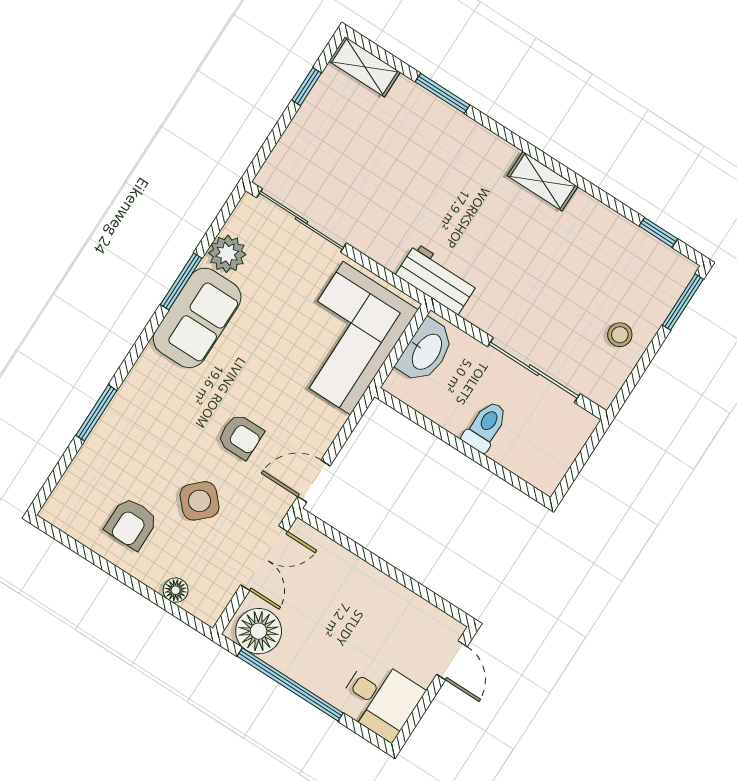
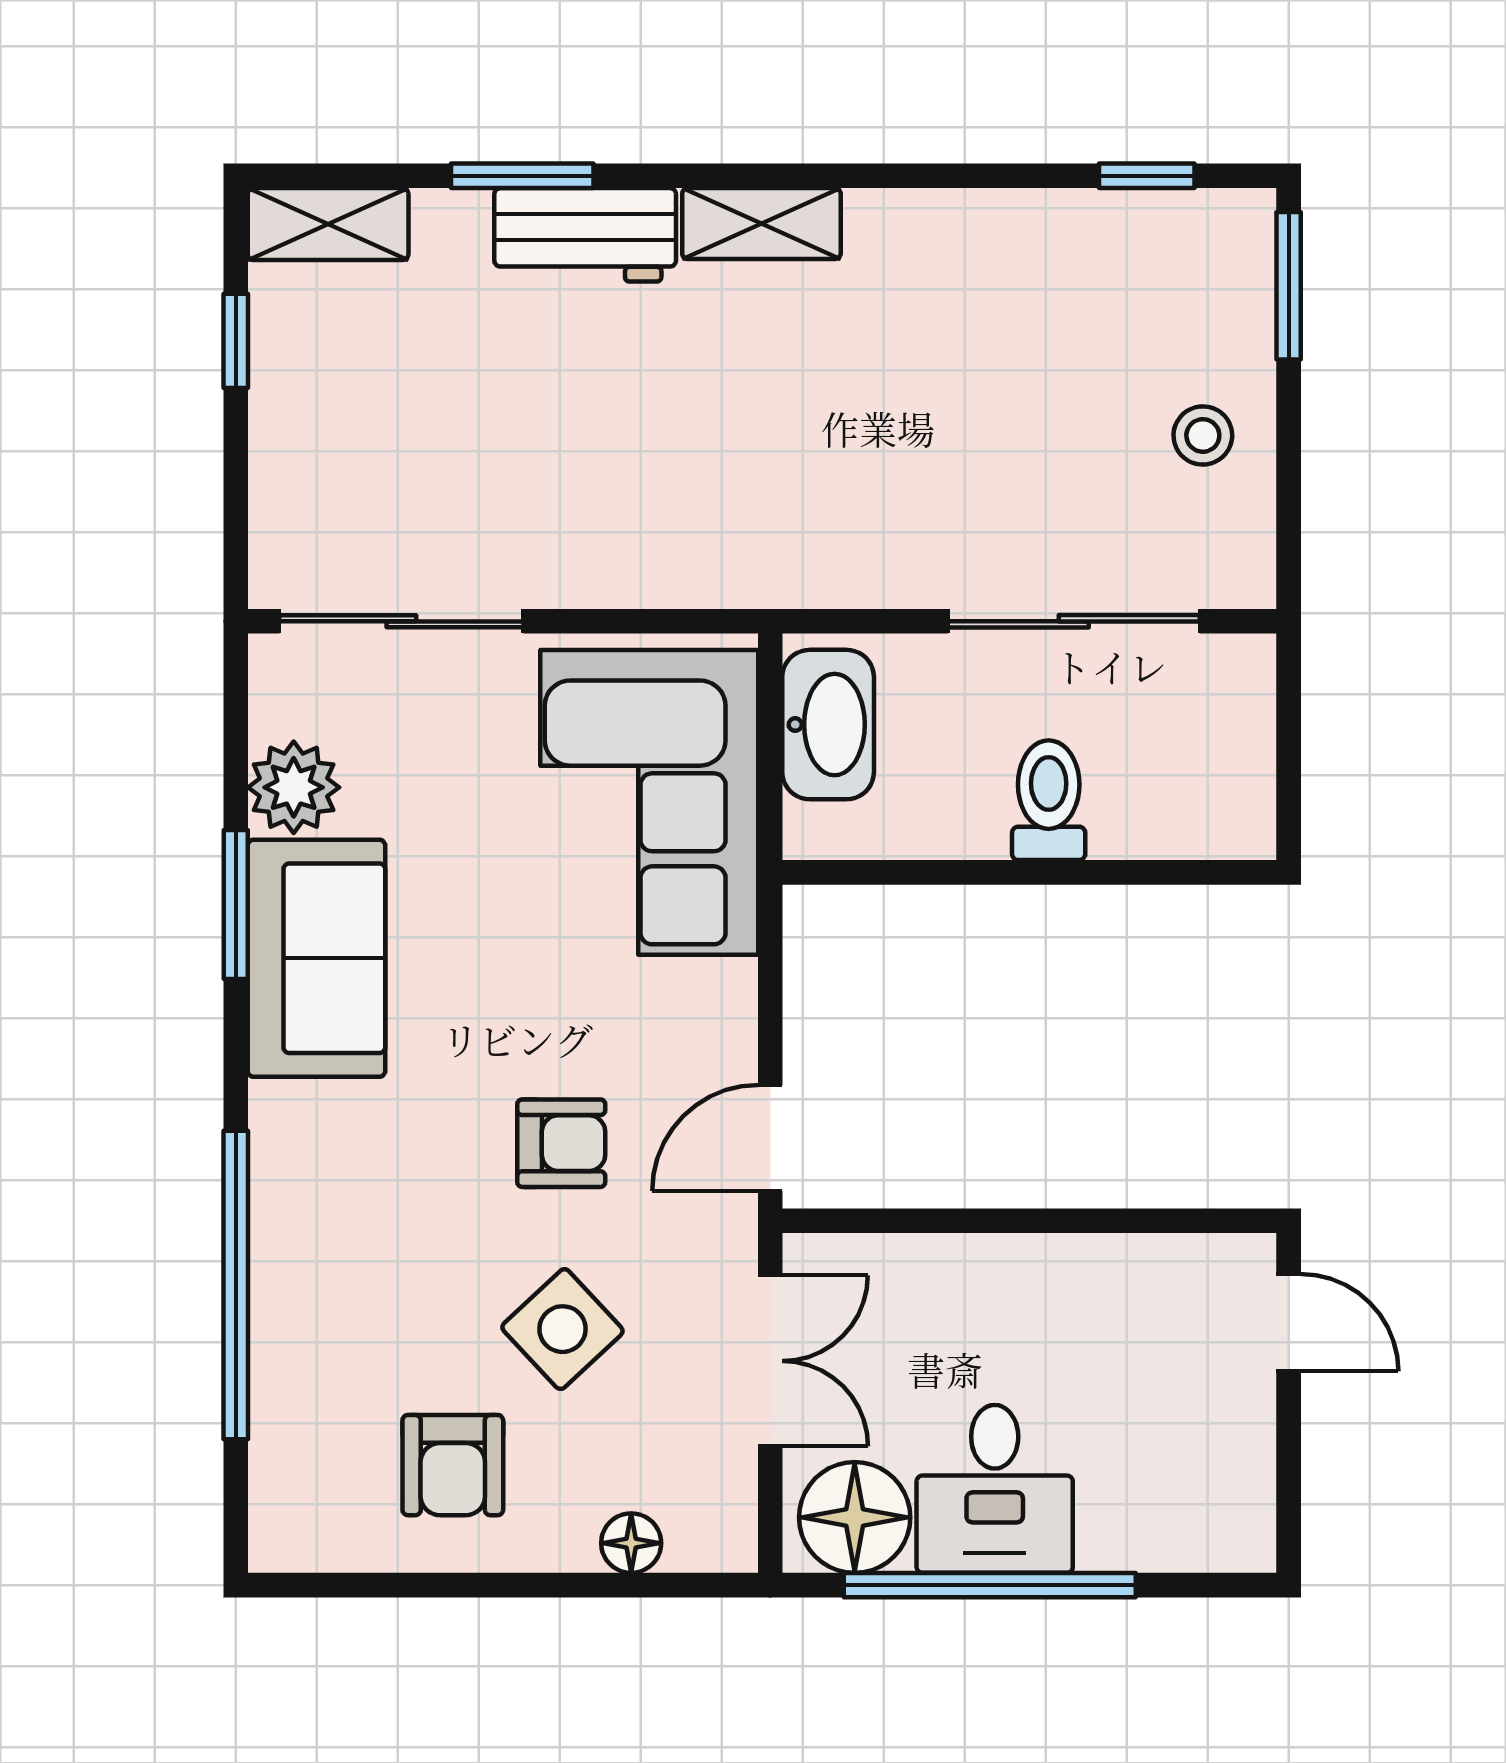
shelving: (543, 181) -> (761, 224), moved
workbench: (437, 279) -> (585, 235), moved, turned 180
window: (96, 413) -> (236, 1285), width x2.11
desk: (380, 699) -> (995, 1489), moved, turned 90

